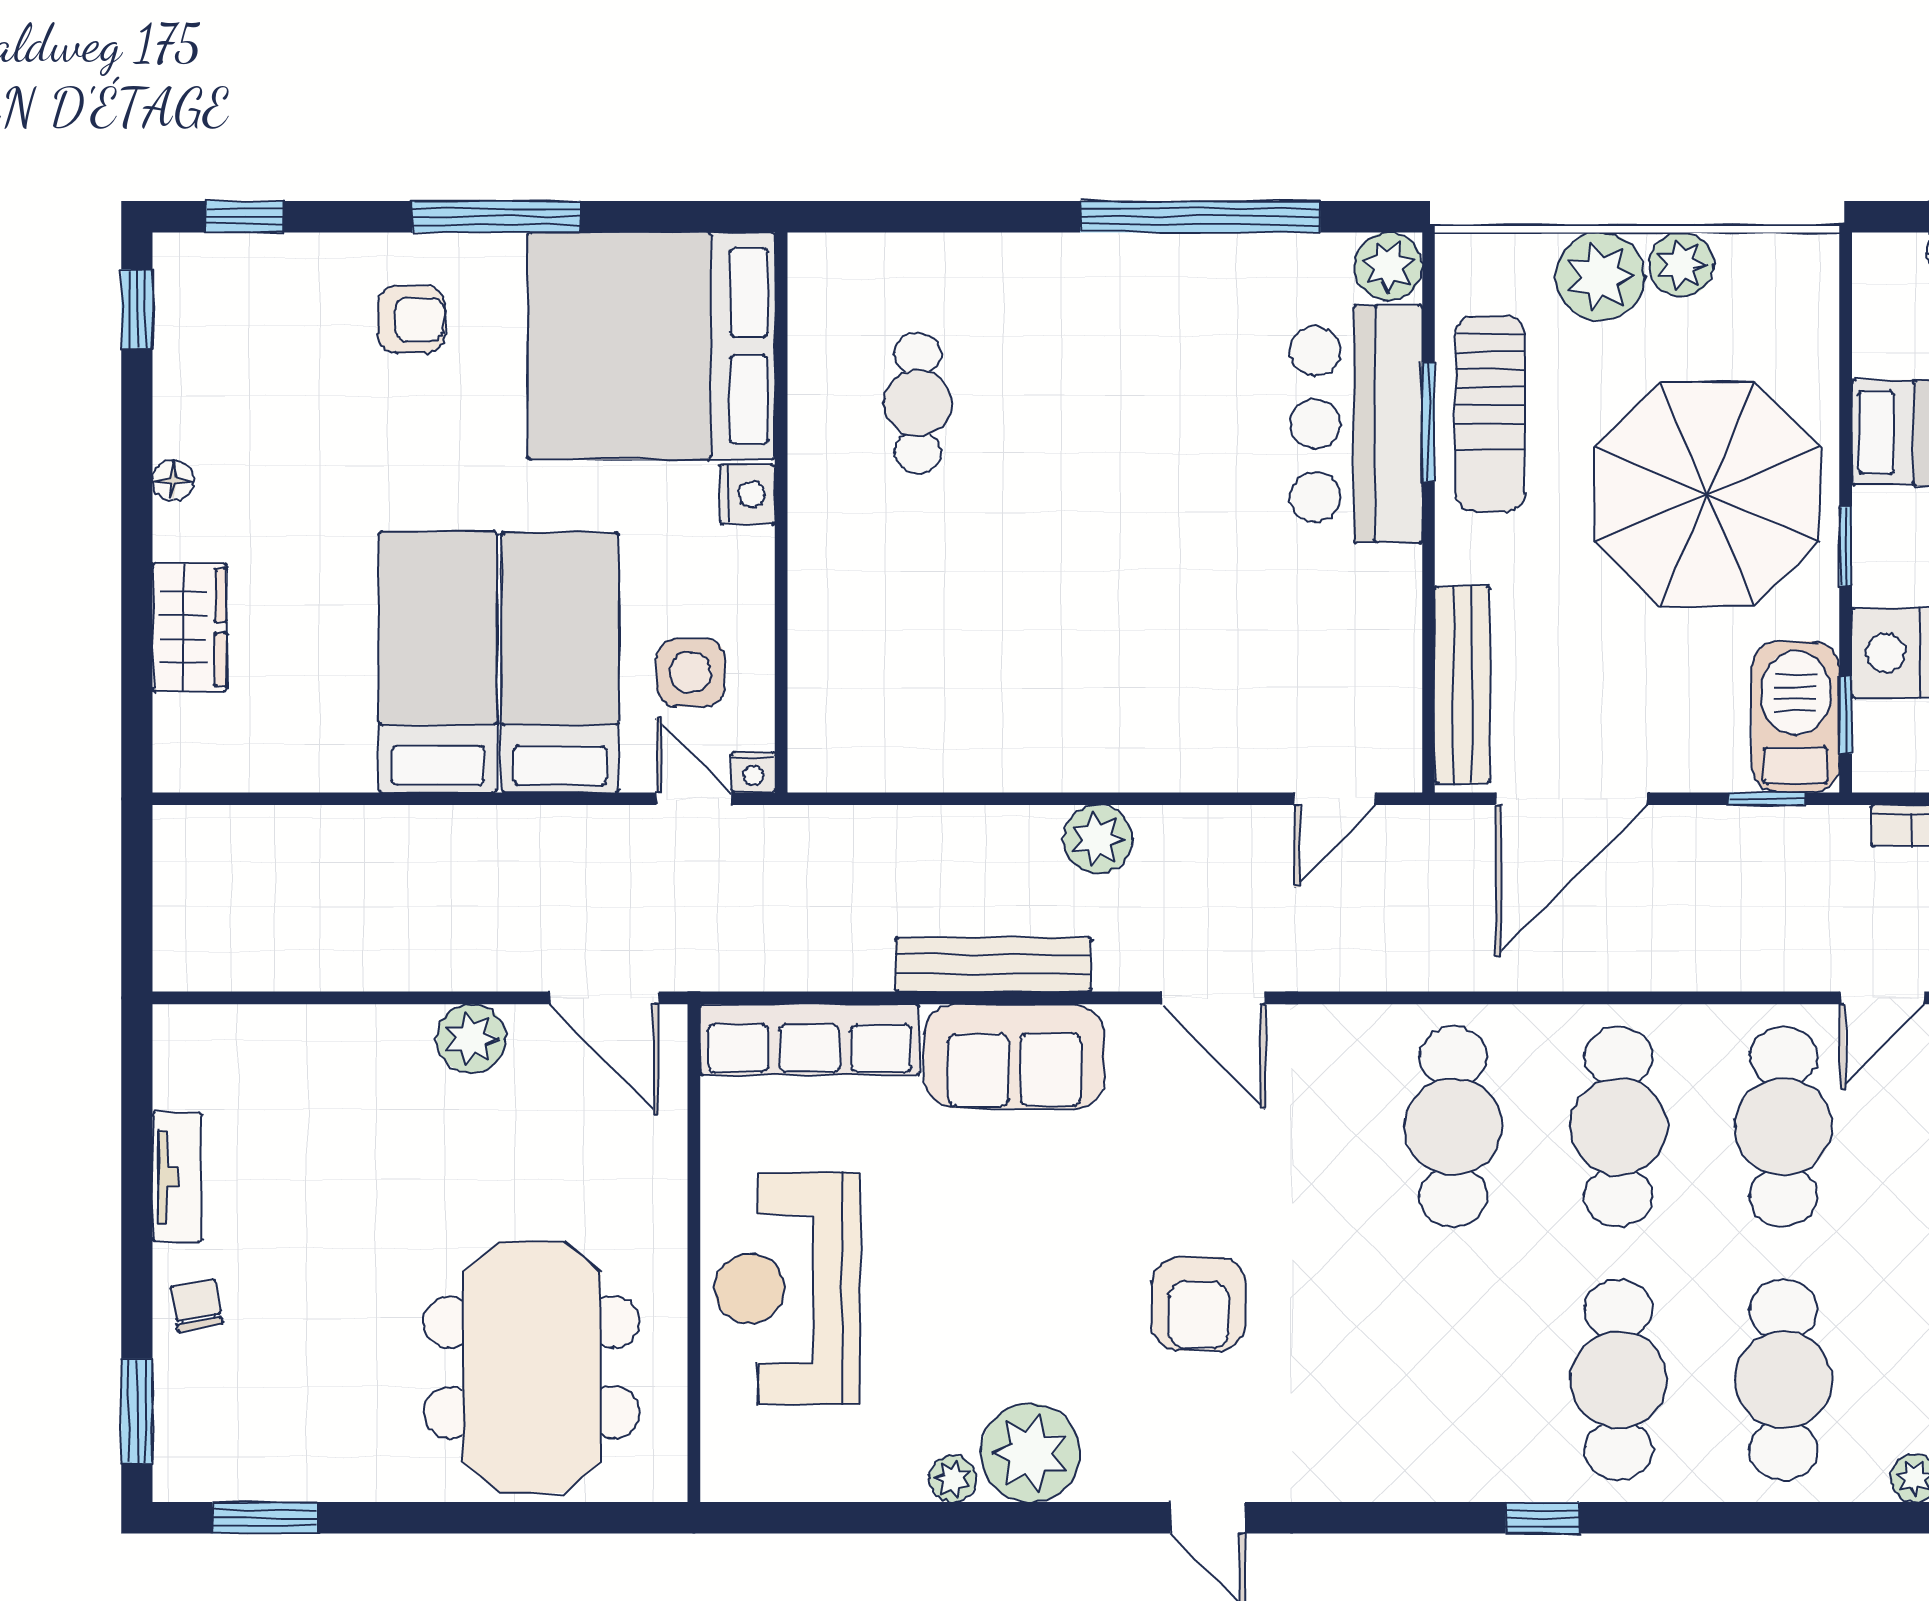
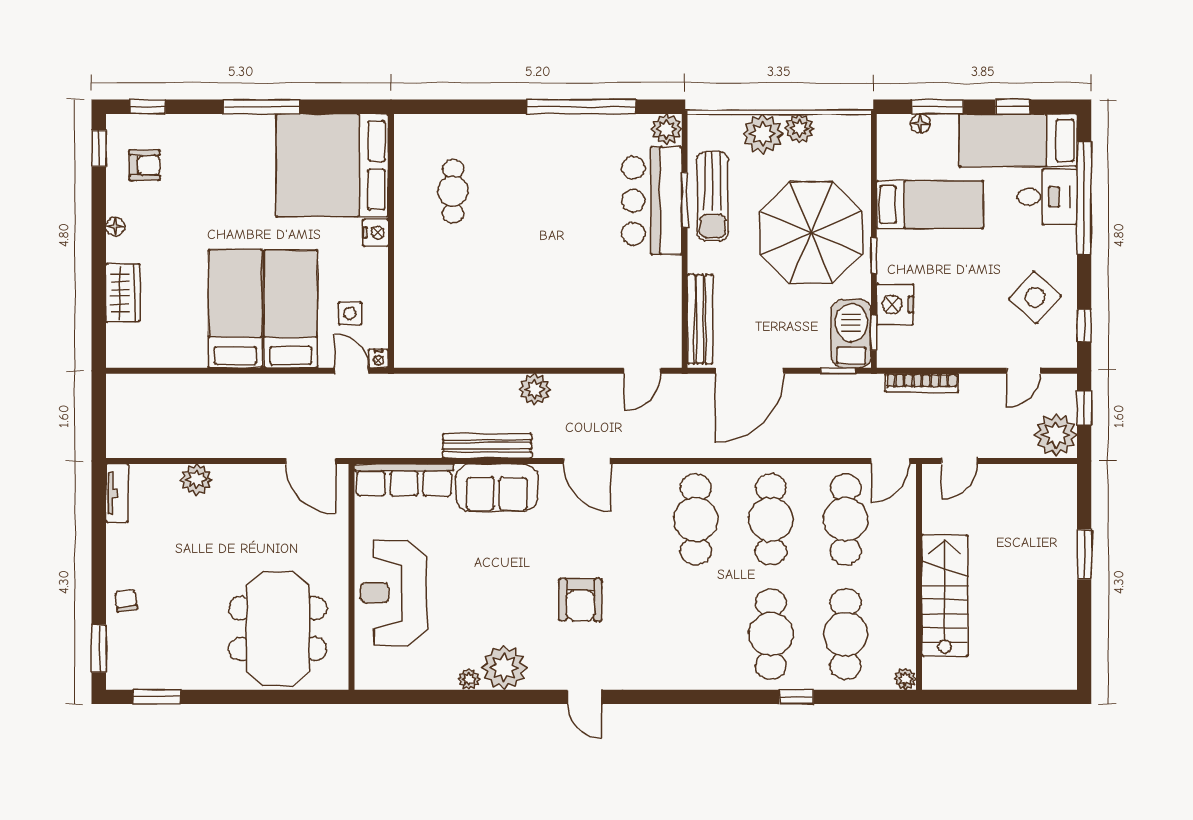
armchair: (411, 319) -> (144, 165), moved
side table: (691, 673) -> (350, 313), width x0.73, depth x0.73
plant: (471, 1039) -> (196, 479), moved
tv unit: (177, 1177) -> (117, 493), moved
window: (1543, 1518) -> (796, 697), moved

